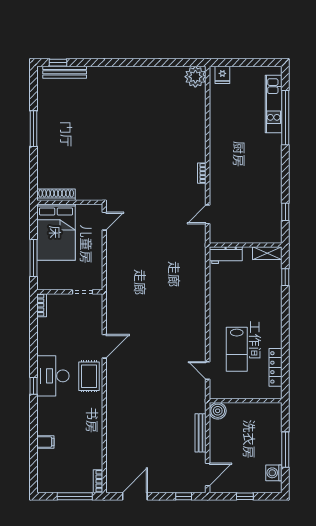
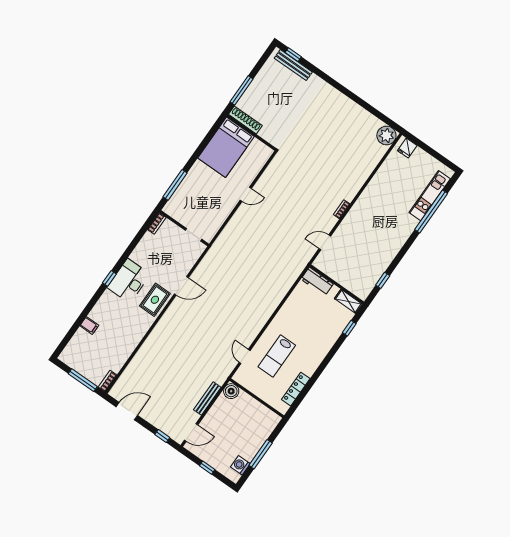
shoe rack: (56, 195) -> (245, 120), moved
wall: (70, 202) -> (251, 133), moved
bed: (56, 232) -> (226, 147), moved

